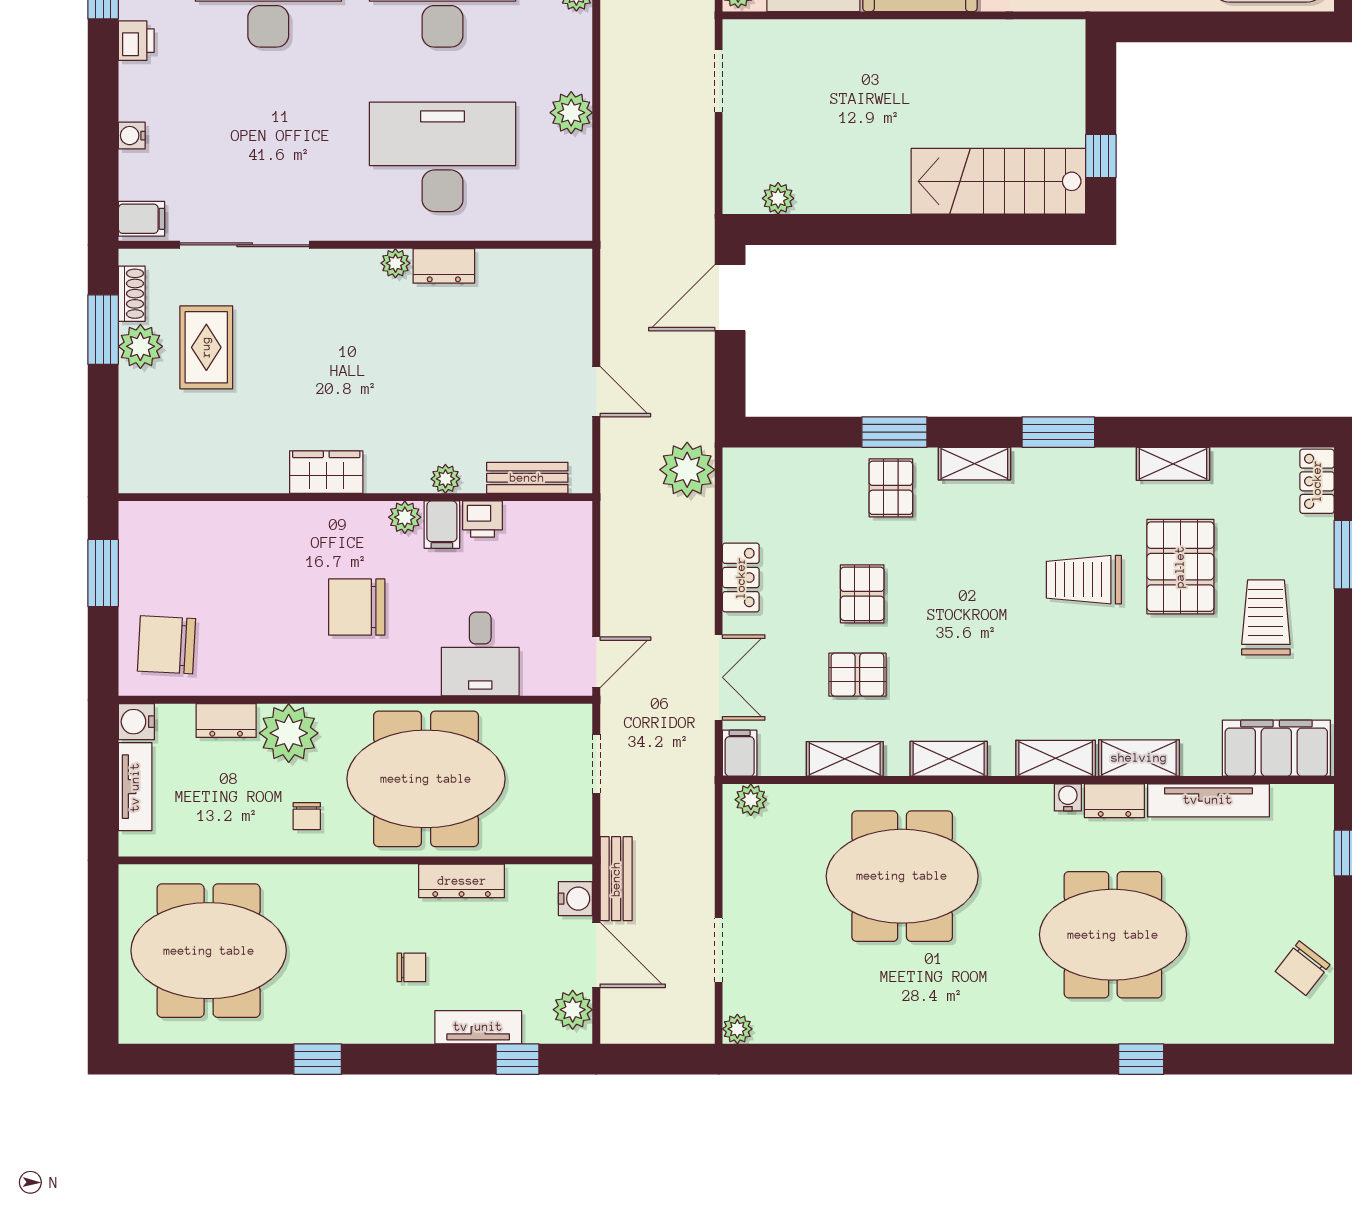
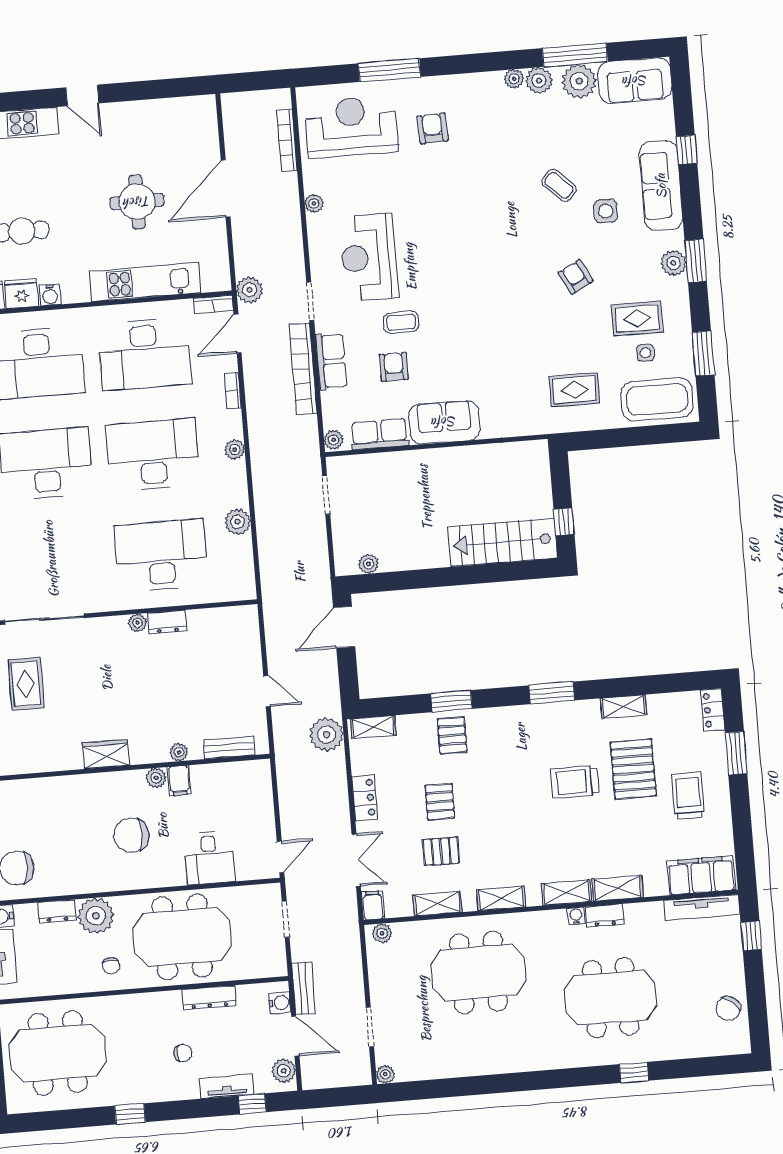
shelving: (974, 464) -> (373, 727), moved
printer: (483, 519) -> (204, 775), removed
tv unit: (1208, 800) -> (702, 907), moved

